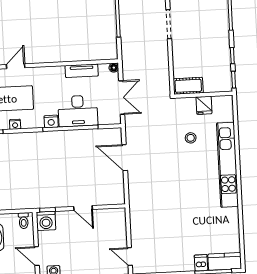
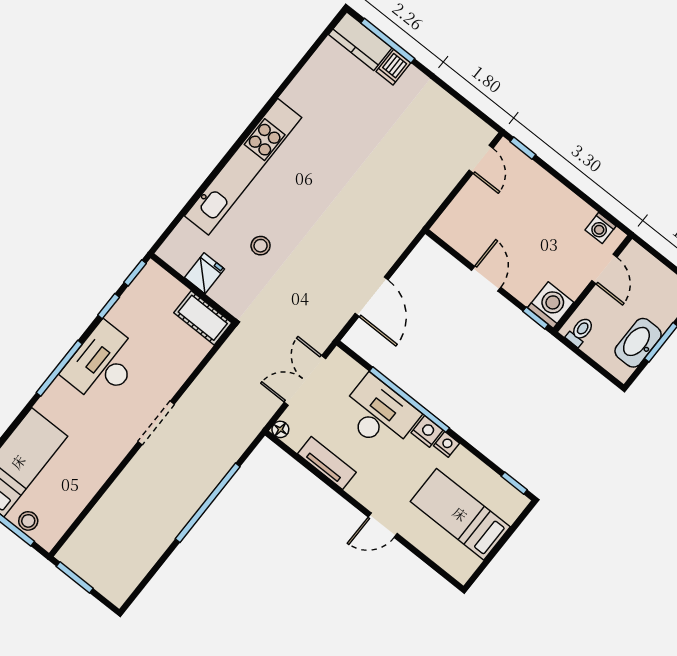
desk: (213, 29) -> (103, 364), added
door: (16, 66) -> (383, 525), moved
nightstand: (15, 124) -> (447, 444), moved

